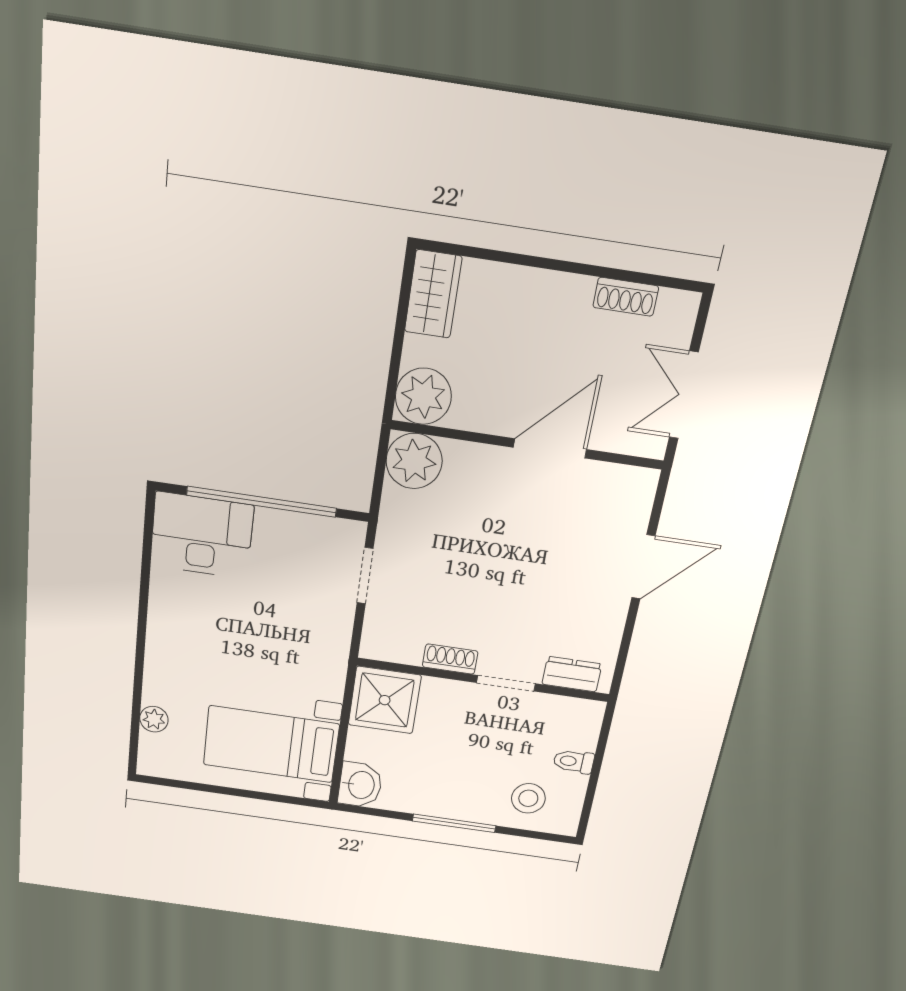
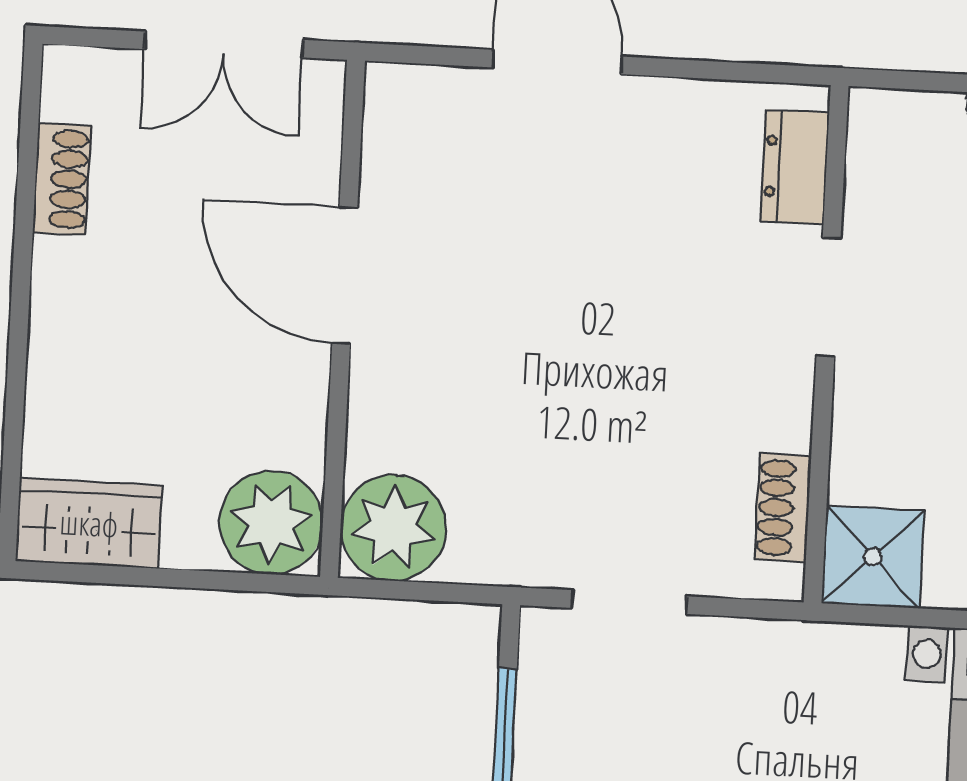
shoe rack: (450, 659) -> (783, 508), moved
shower: (385, 700) -> (873, 557), width x0.73, depth x0.73

